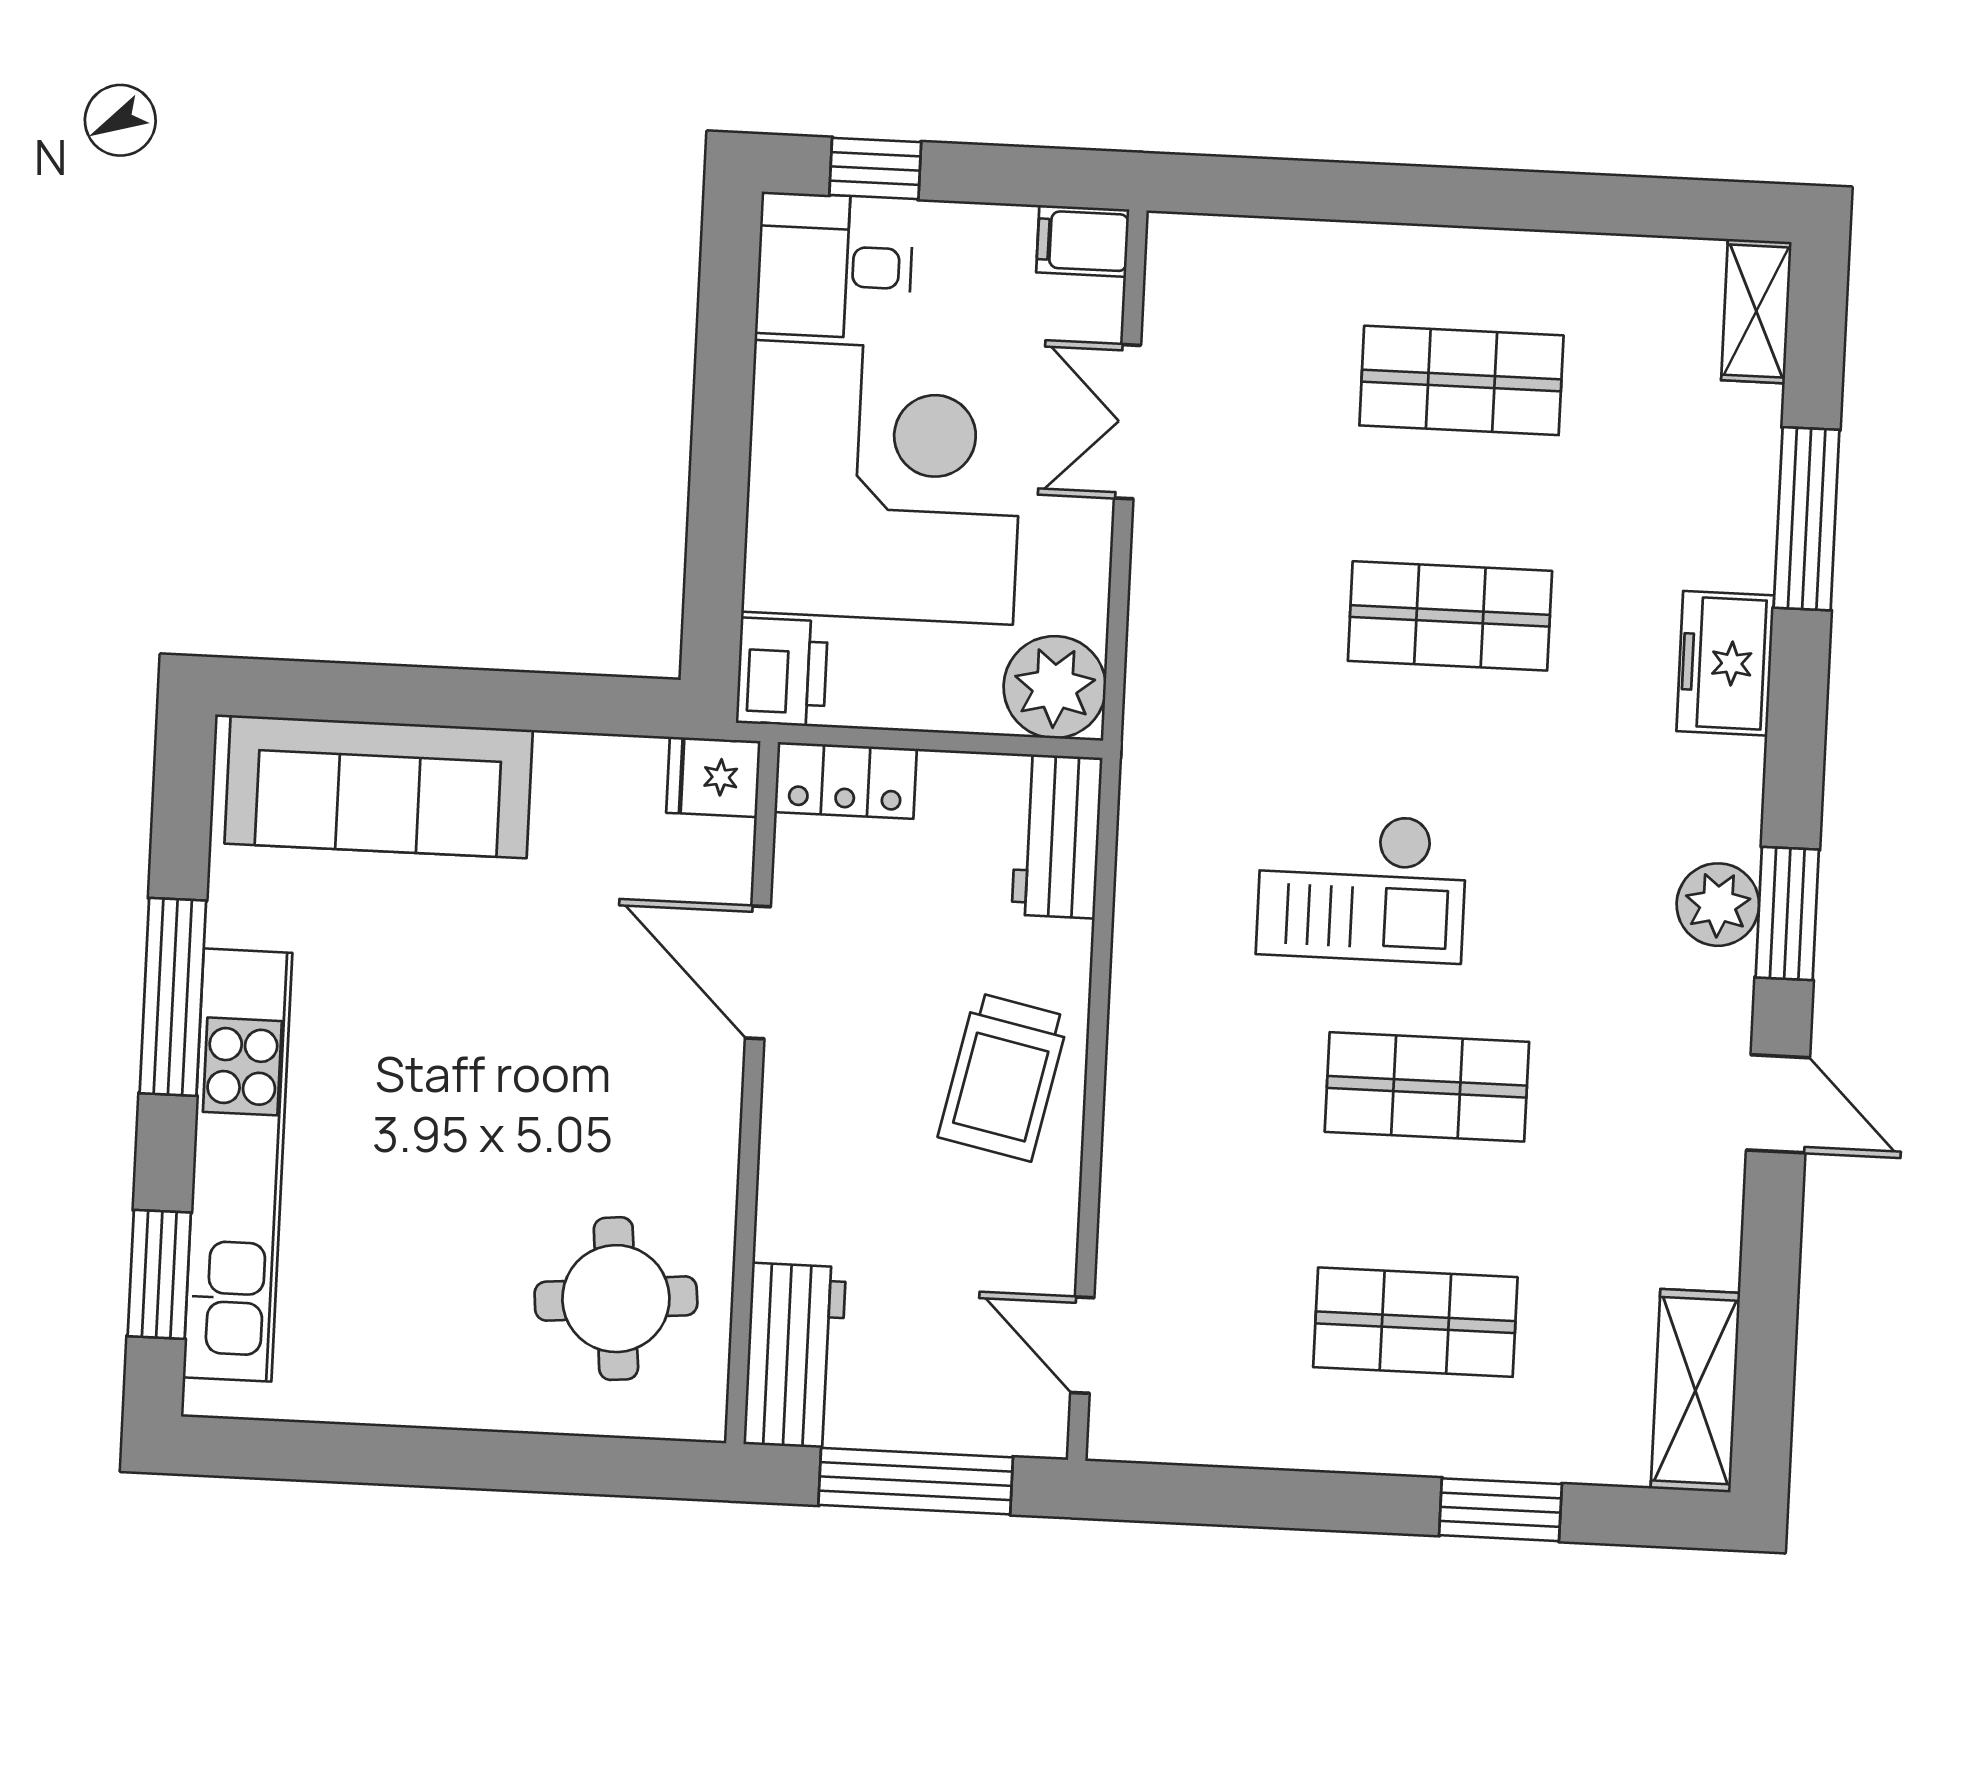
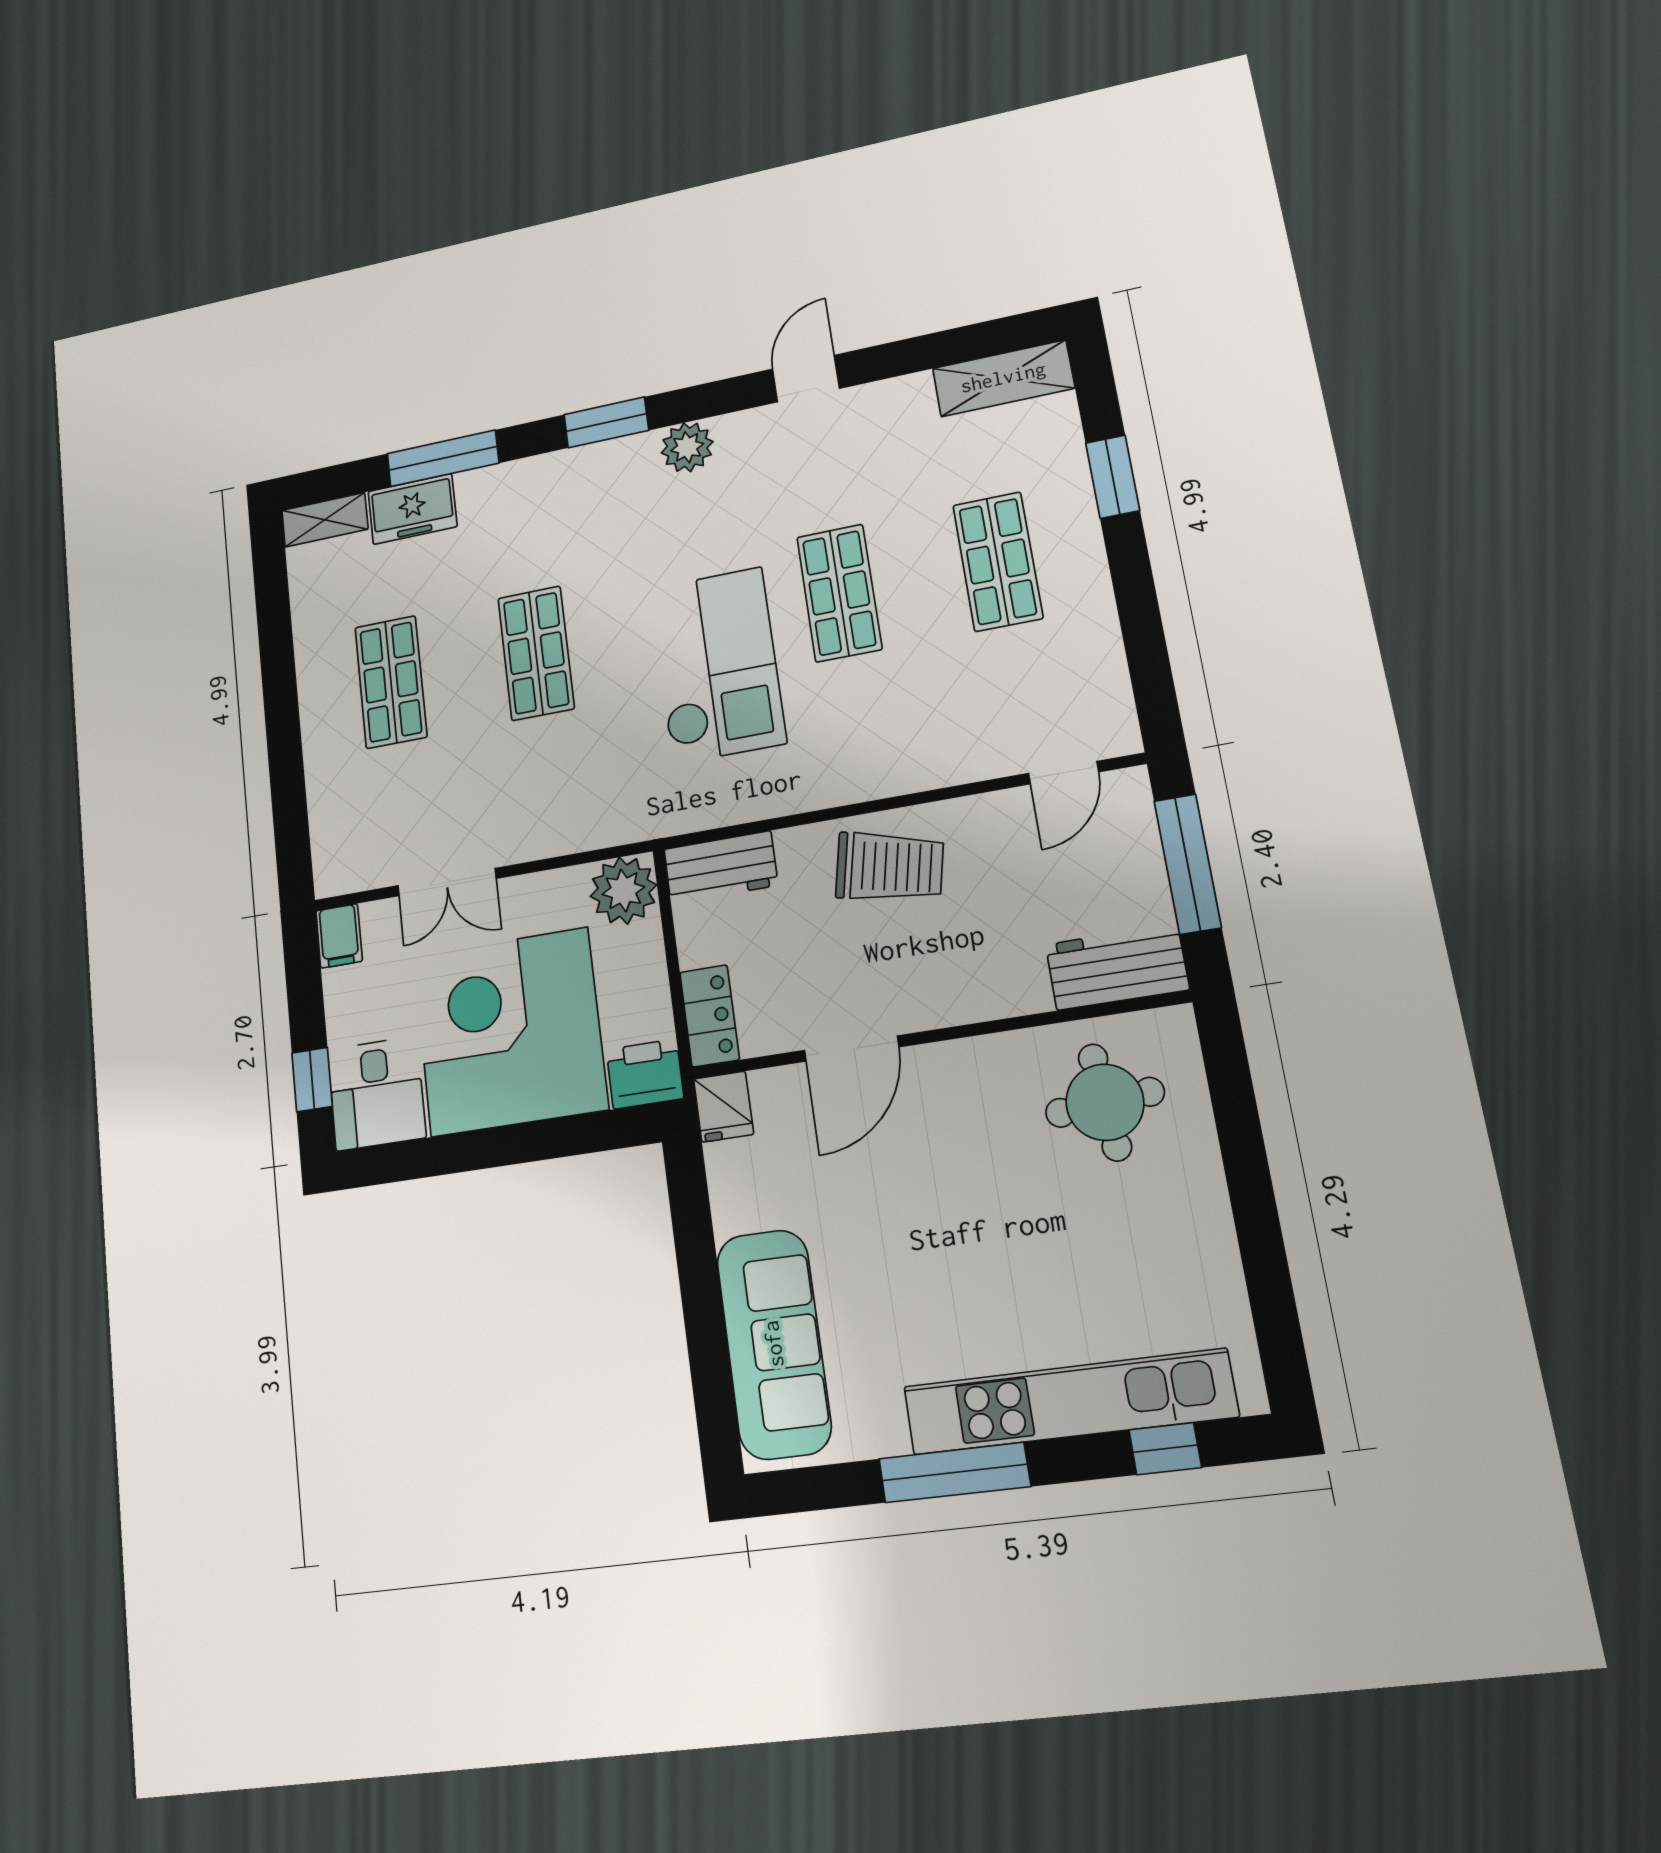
freezer: (1725, 663) -> (412, 509), moved
checkout: (1362, 887) -> (717, 665), width x1.36, depth x1.21
window: (1787, 913) -> (606, 422), moved
window: (159, 1274) -> (1165, 1449), width x0.67

